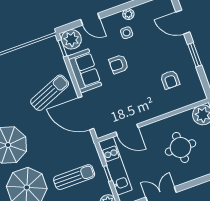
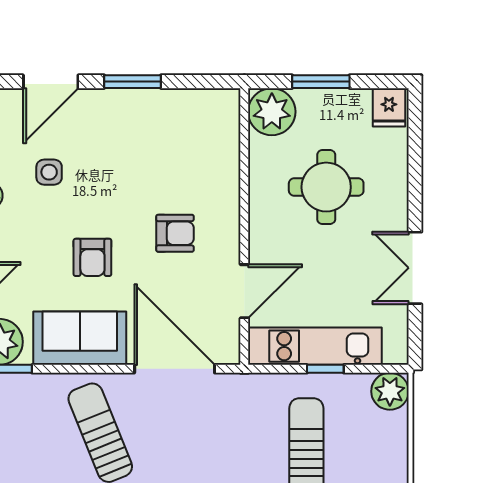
side table: (127, 33) -> (49, 172), moved
armchair: (170, 80) -> (175, 233), moved
door: (86, 113) -> (175, 369), swing flipped

